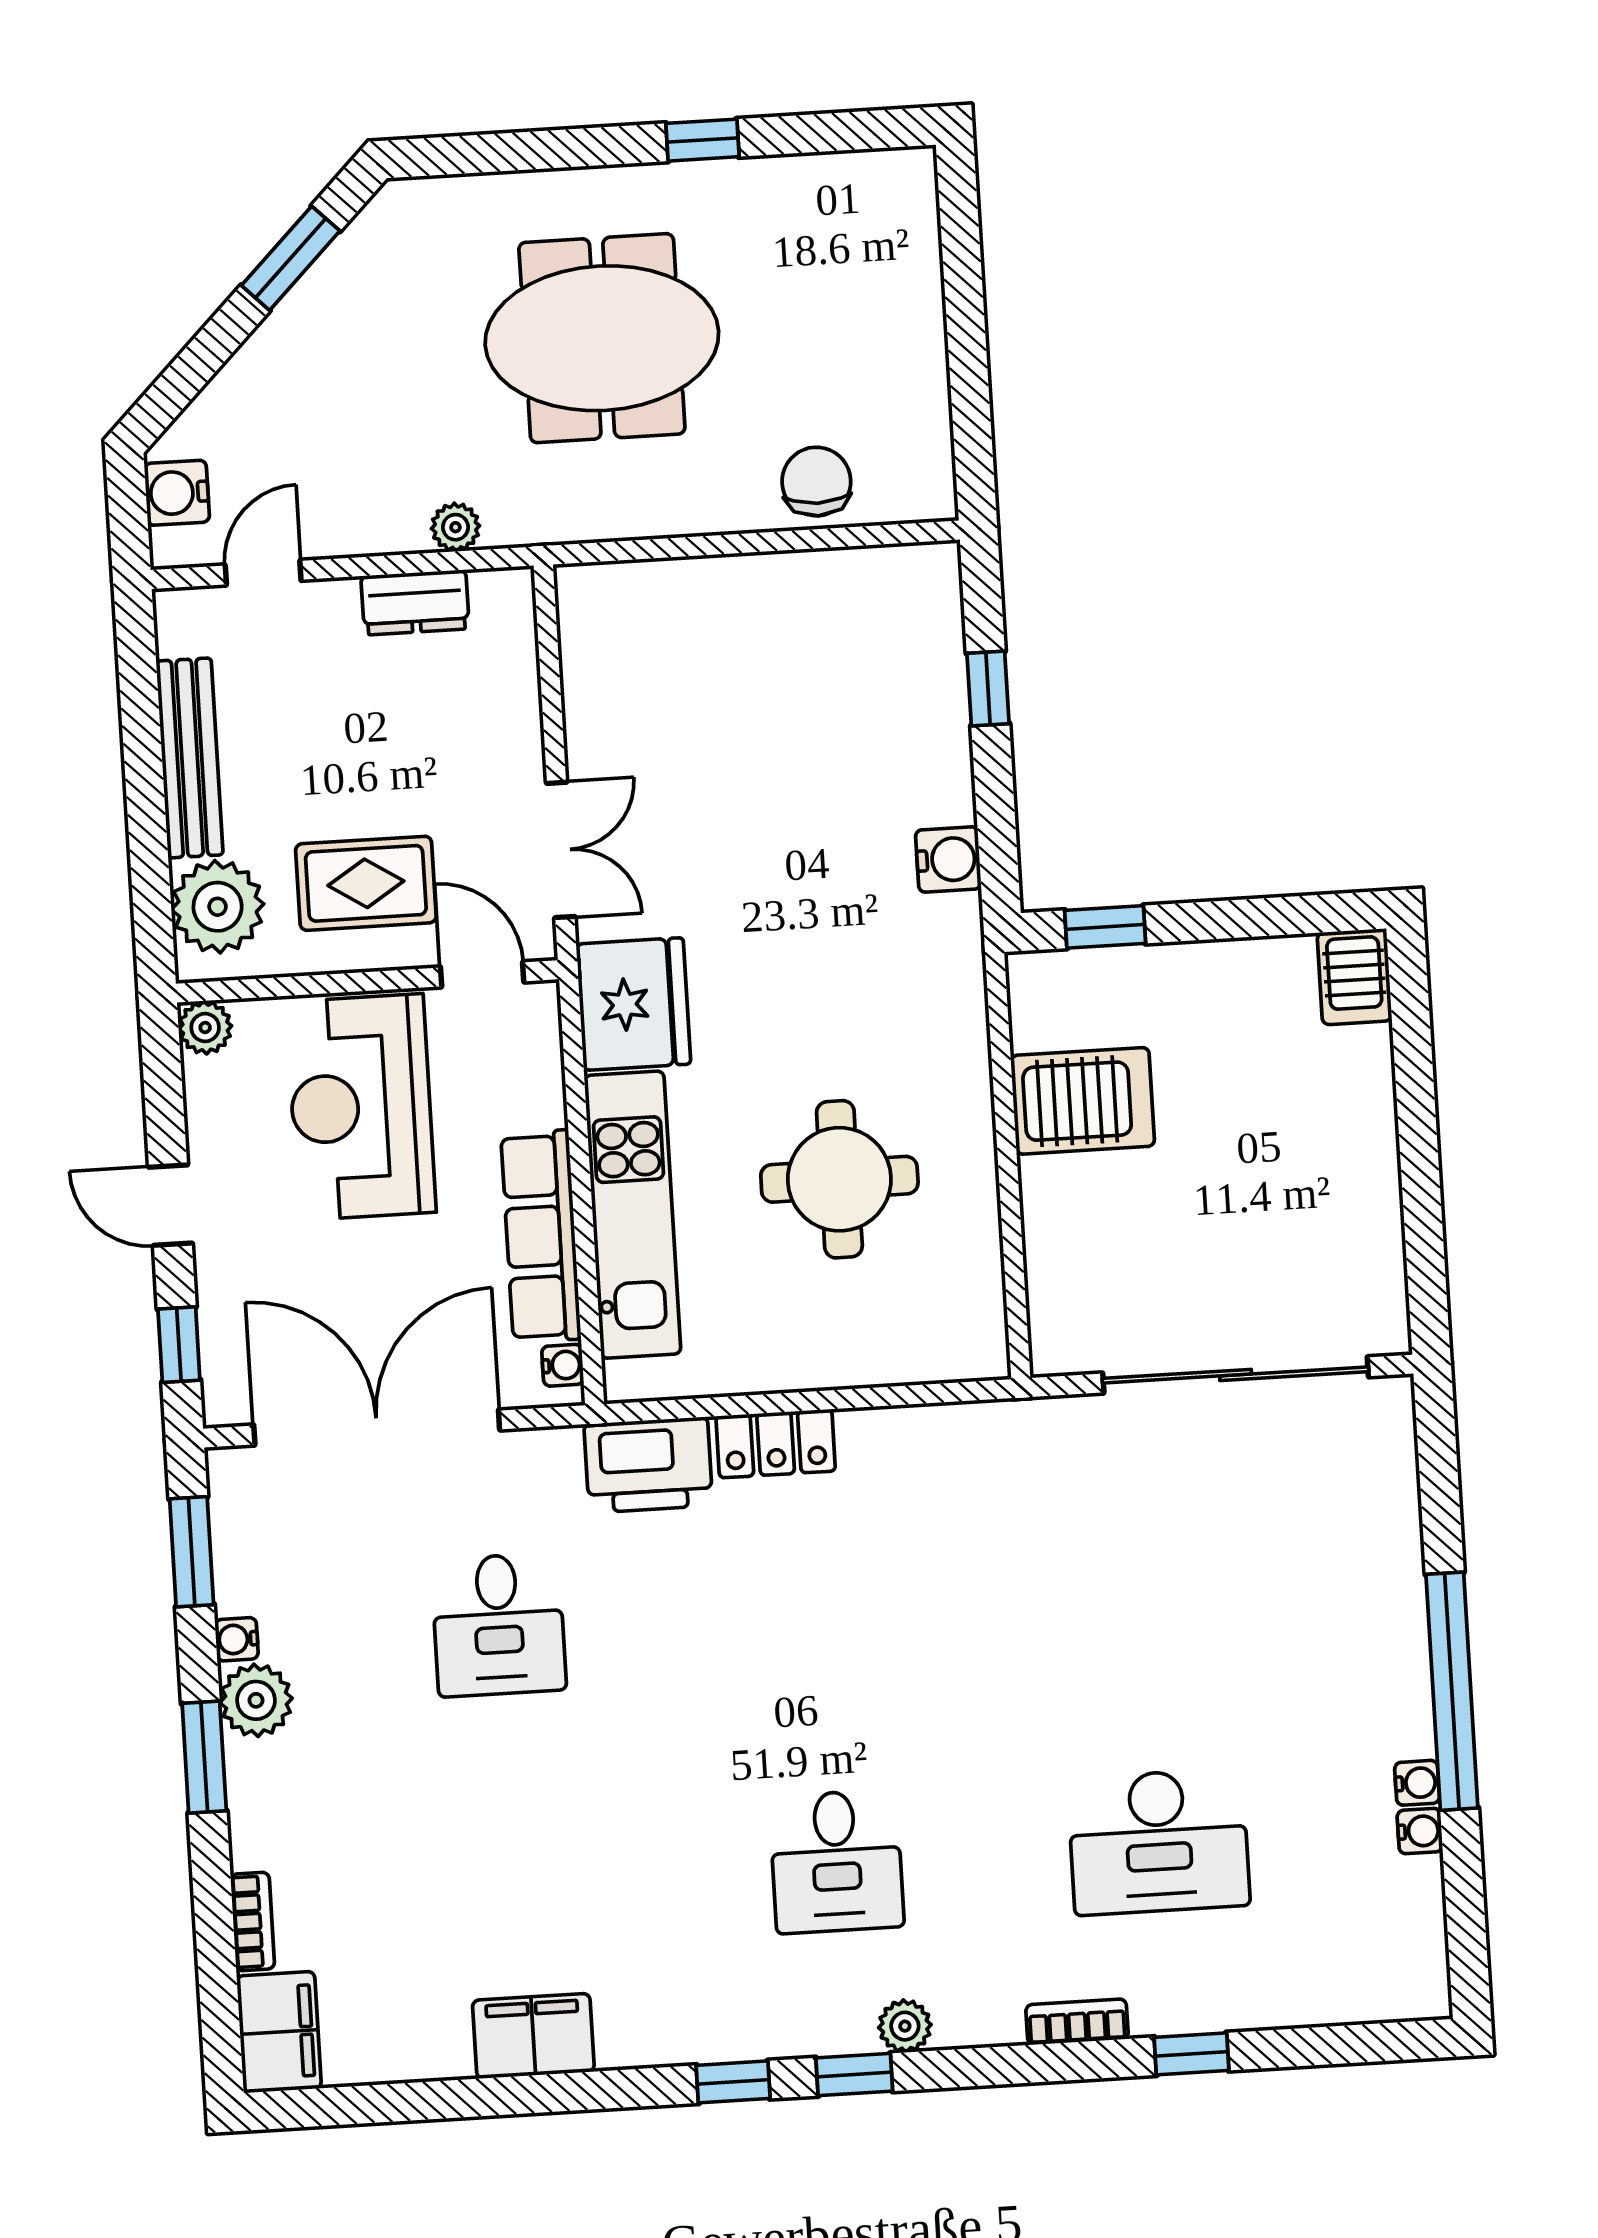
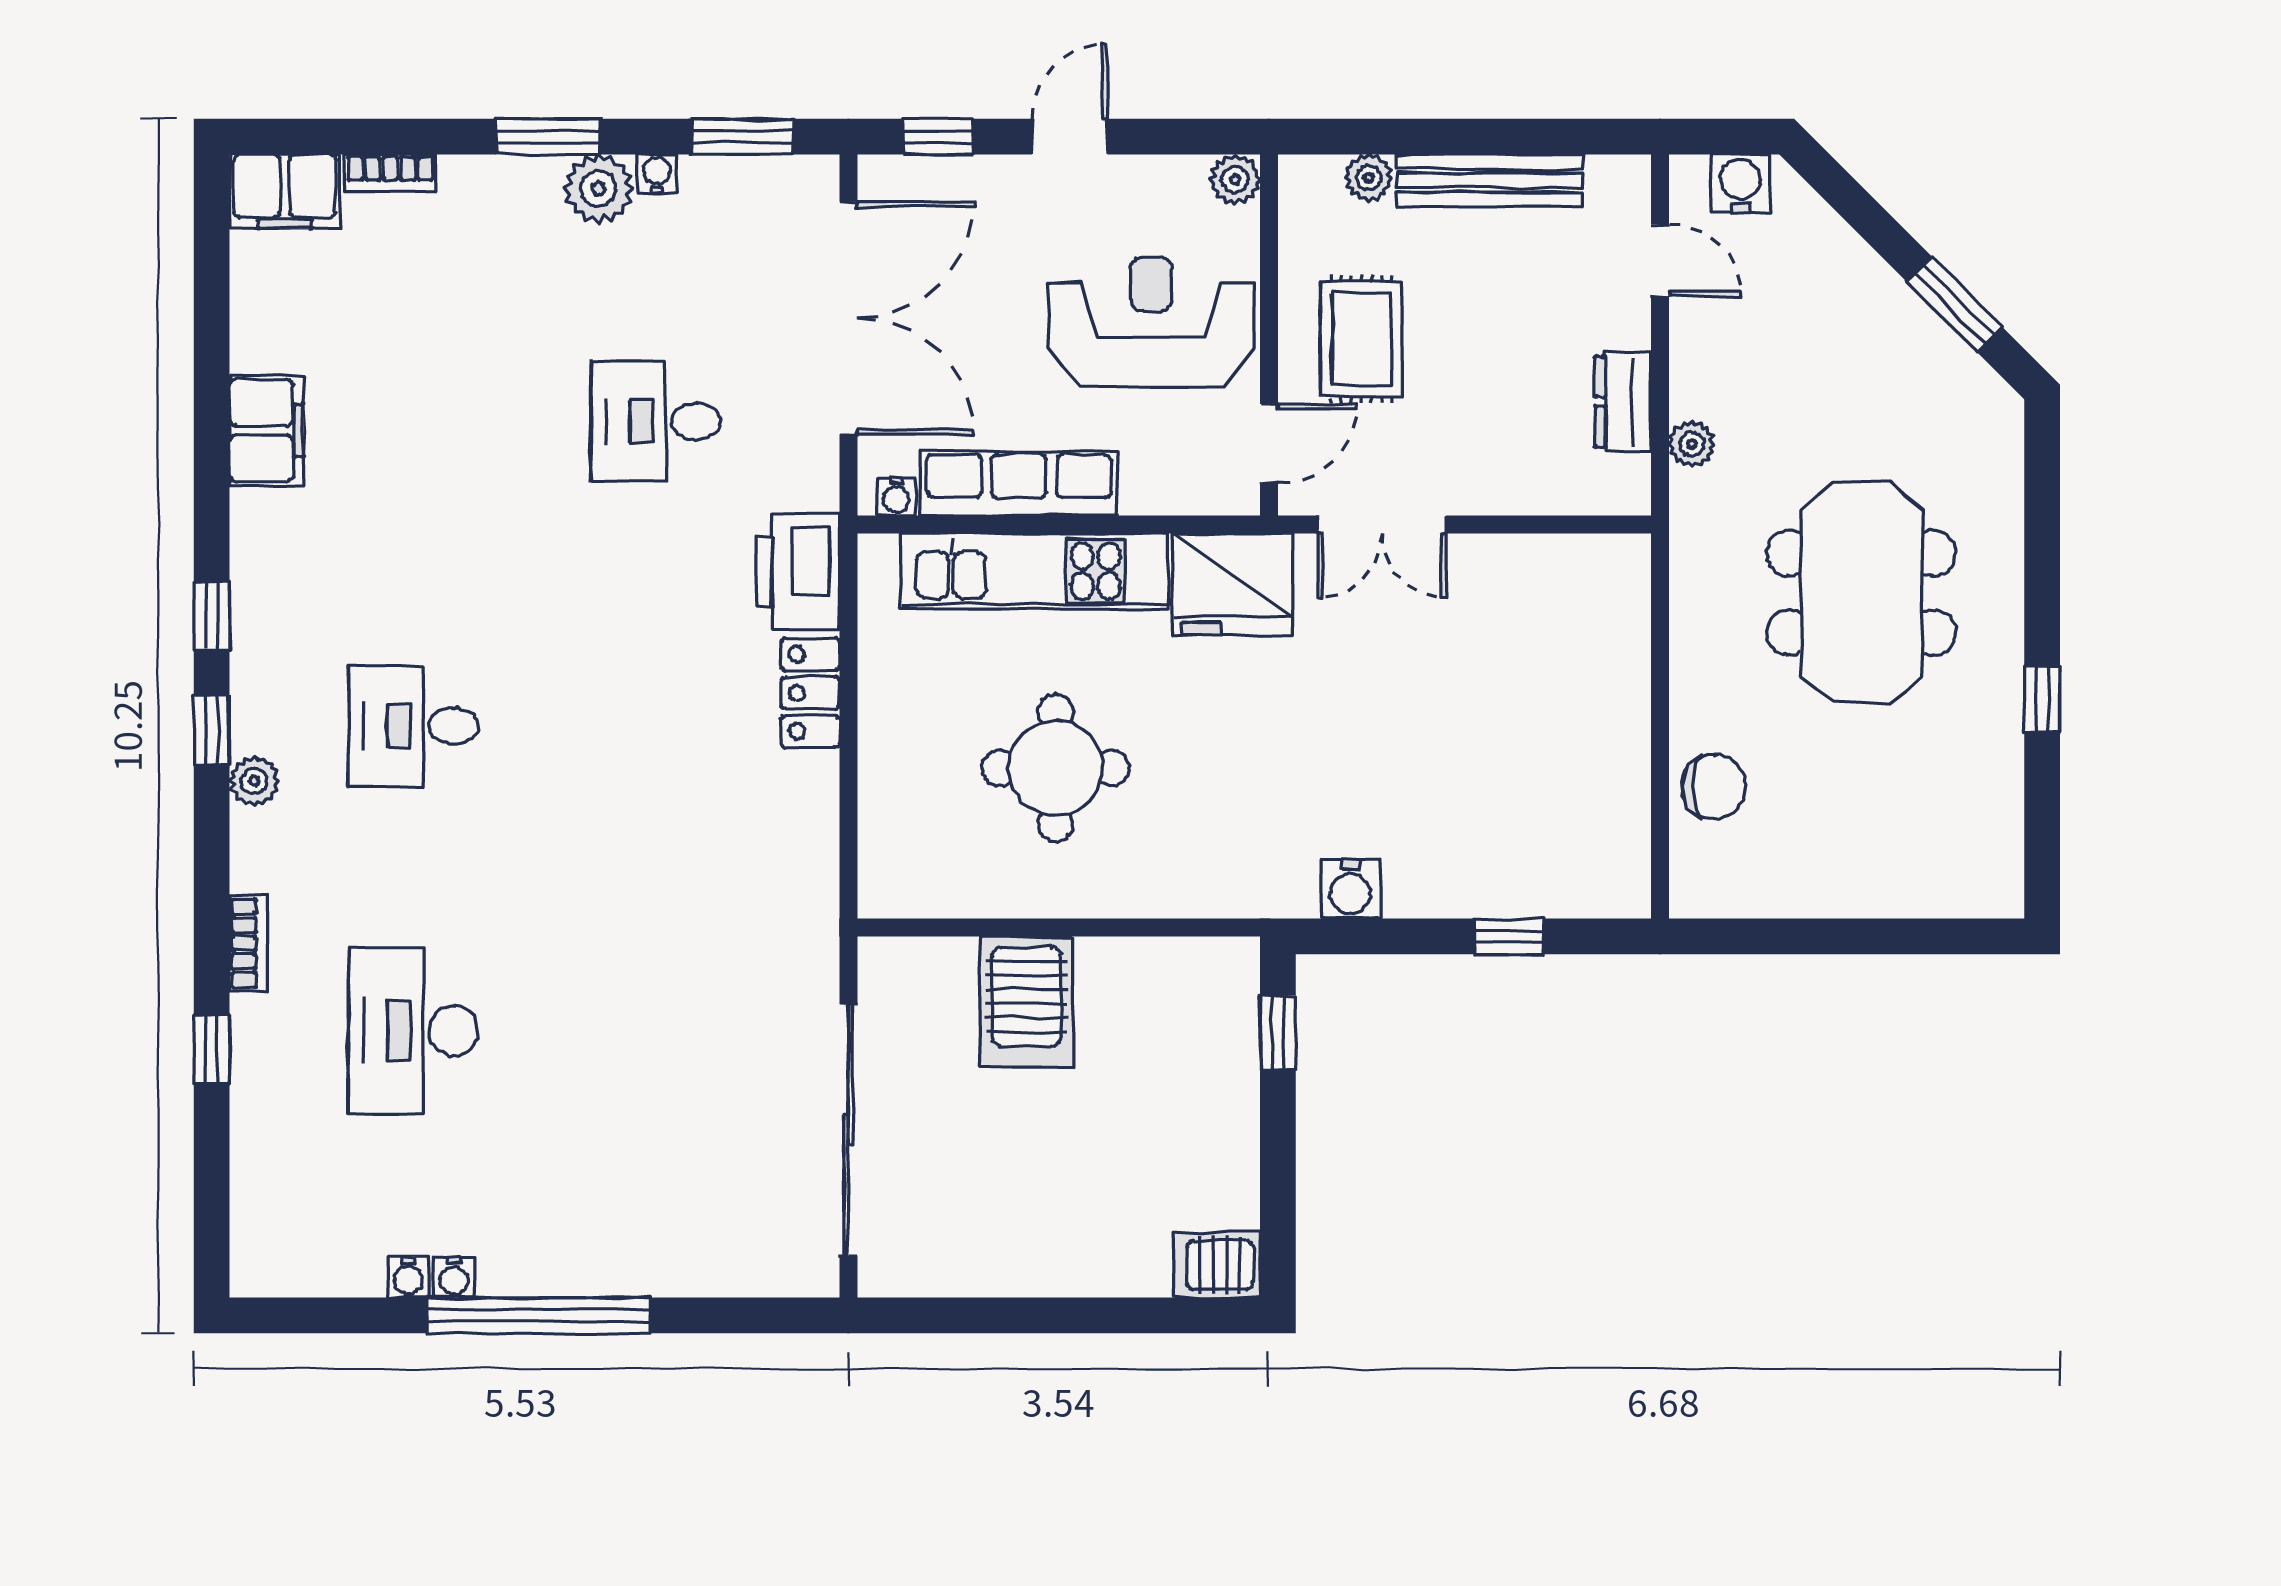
plant: (218, 907) -> (1369, 178), width x0.53, depth x0.53
server rack: (1083, 1101) -> (1027, 1002), moved

